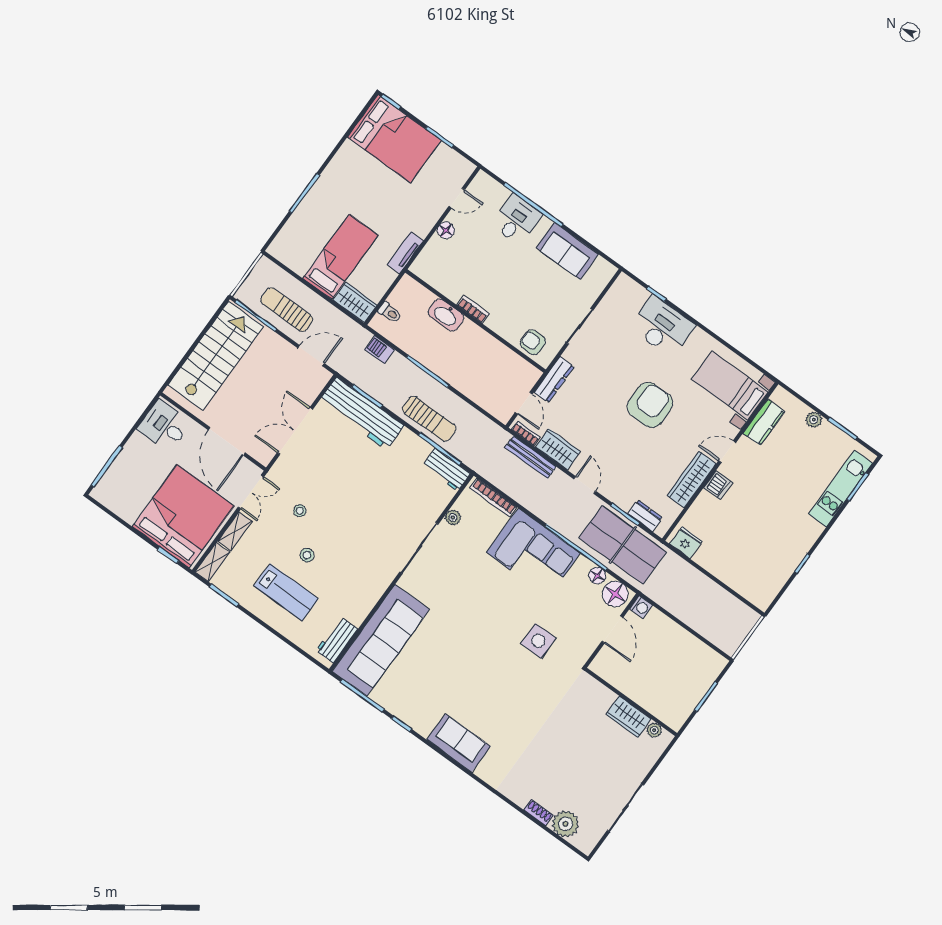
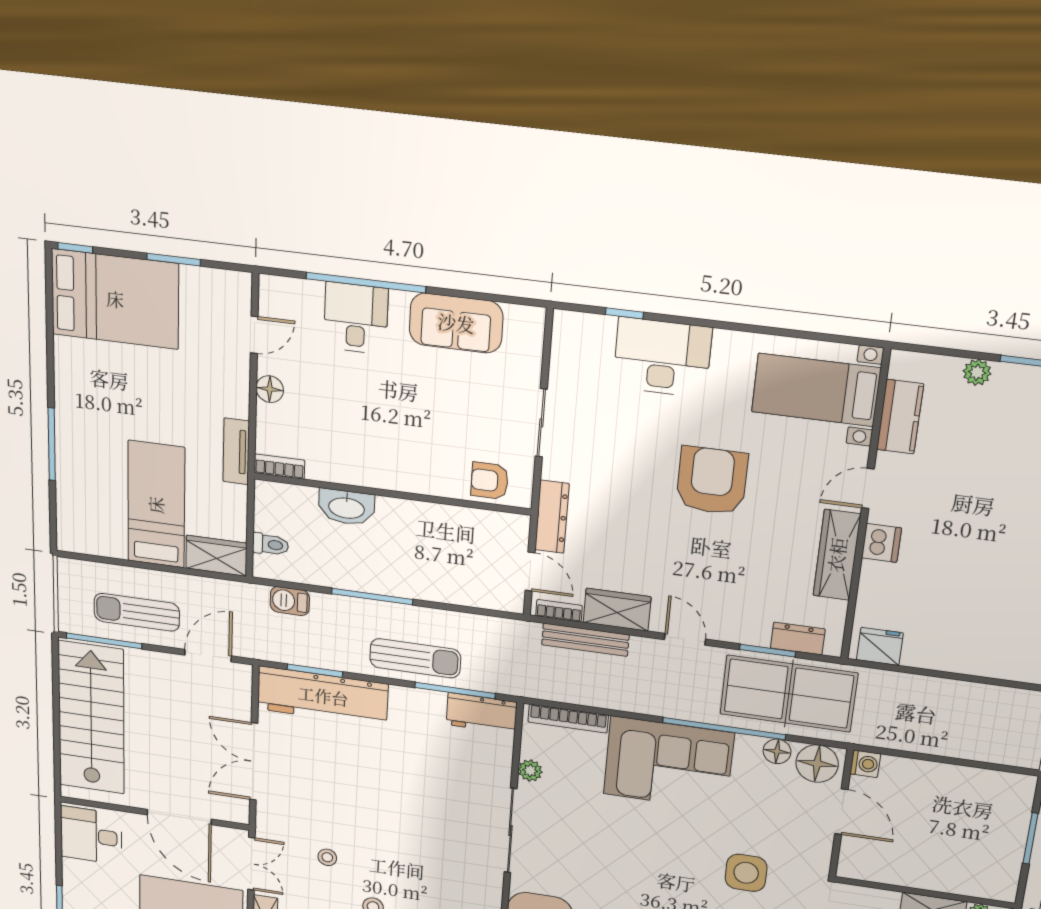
bookcase: (473, 309) -> (279, 467), moved

